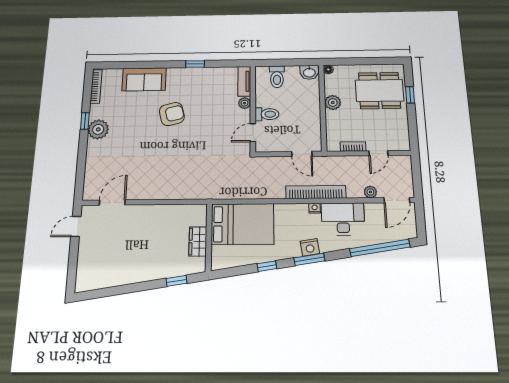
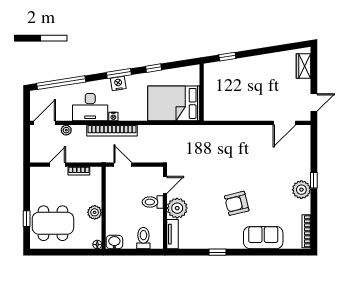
plant: (244, 103) -> (177, 208), width x1.88, depth x1.88
window: (85, 121) -> (314, 180), moved
wardrobe: (198, 241) -> (303, 66), moved, turned 180

